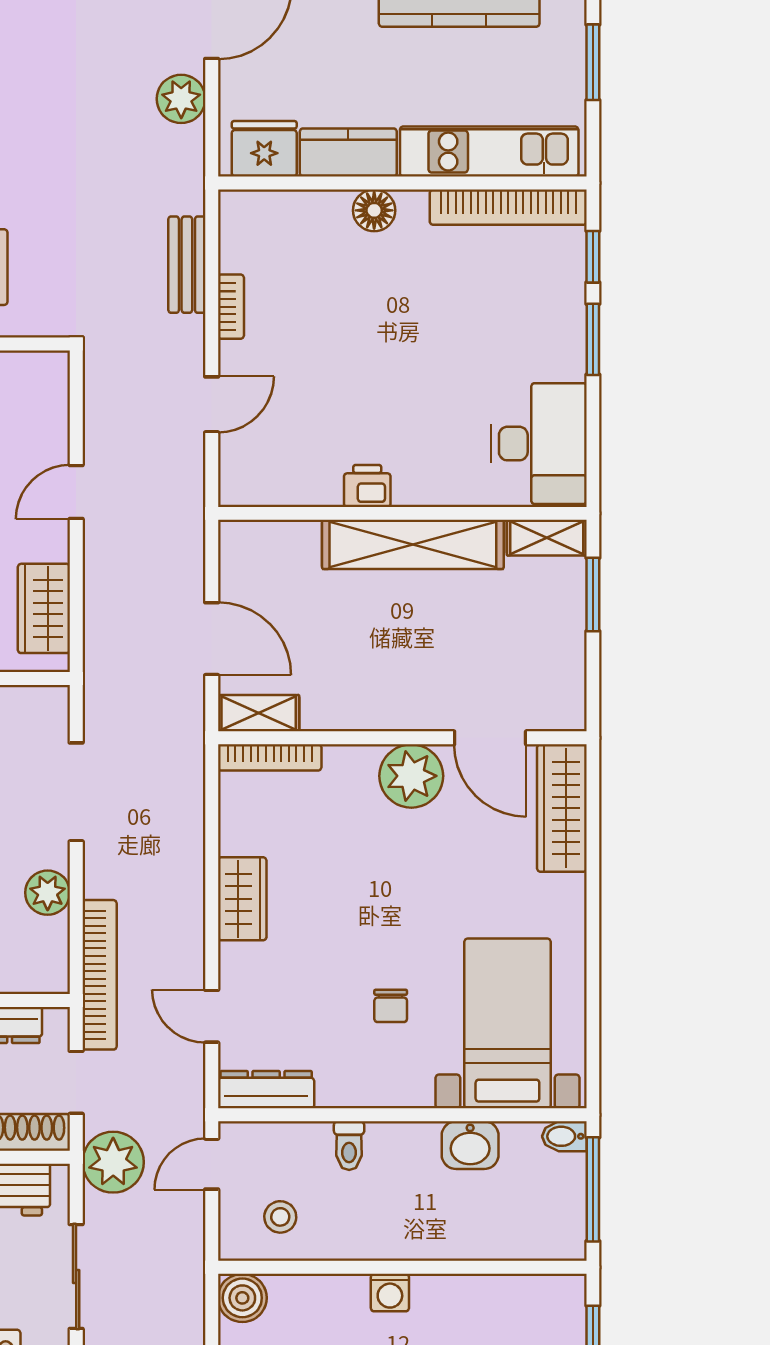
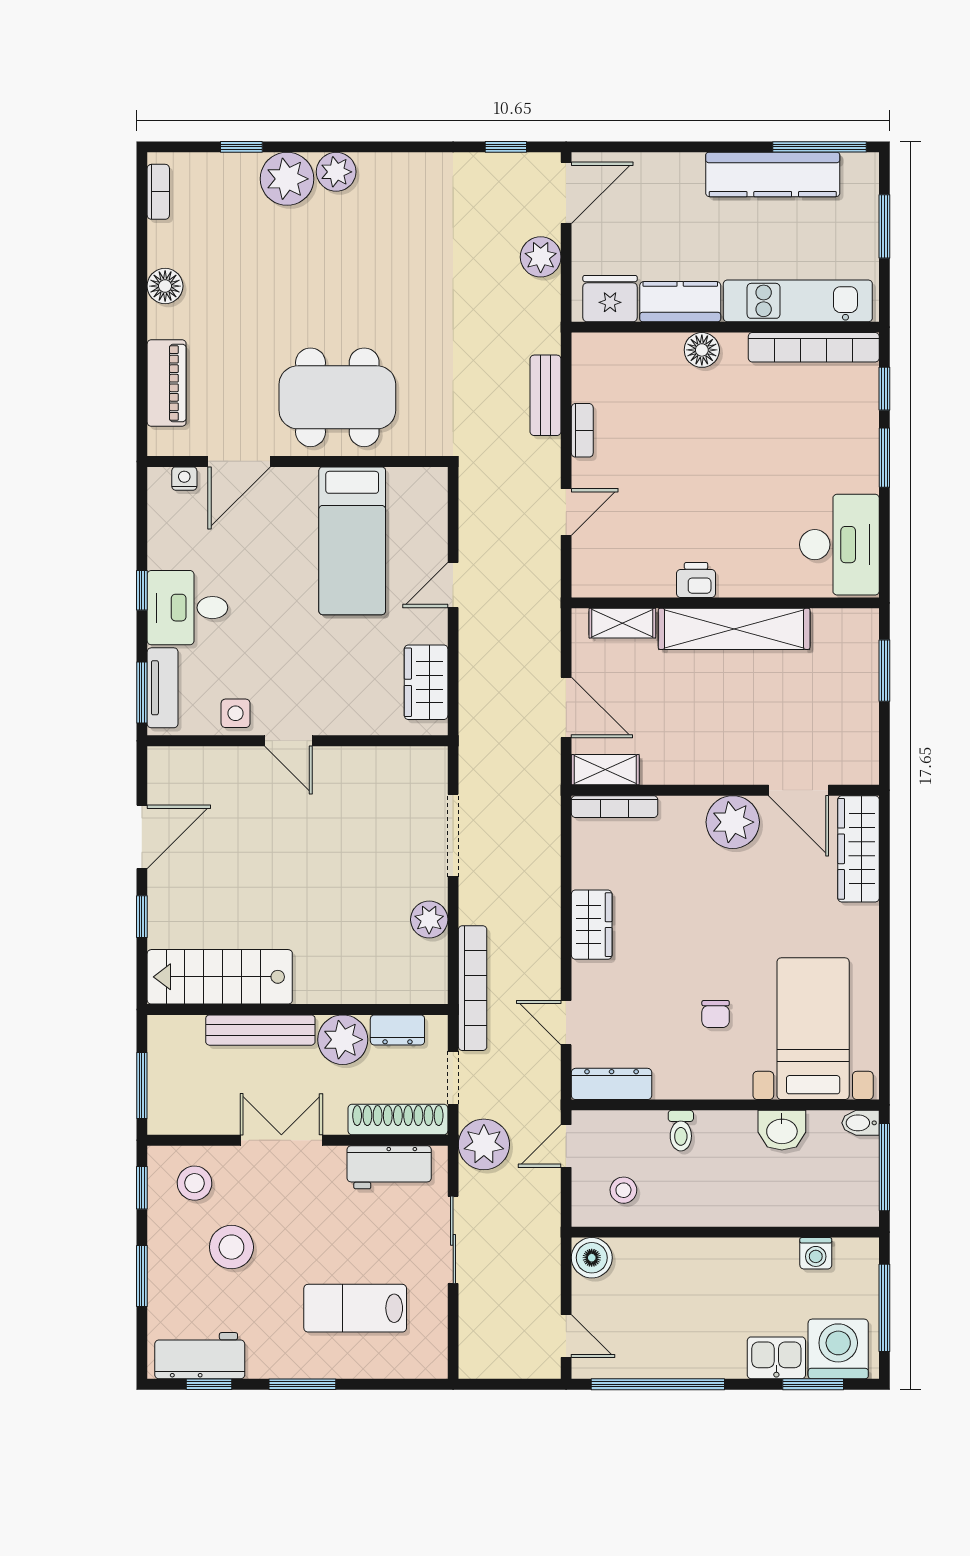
shelving: (547, 538) -> (622, 623), moved
washing machine: (390, 1293) -> (816, 1253), moved

